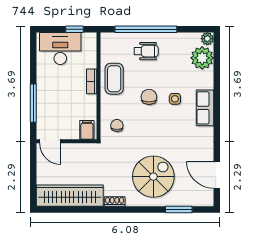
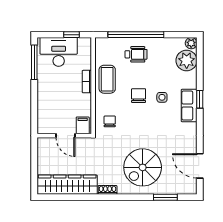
window: (217, 101) -> (200, 99), added
window: (33, 103) -> (34, 62), moved
door: (50, 141) -> (65, 136), moved
spiral stairs: (153, 177) -> (143, 167), turned 180

